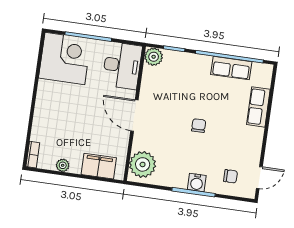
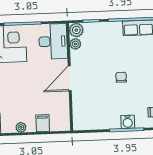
door: (134, 115) -> (70, 78), hinge flipped
plant: (143, 164) -> (75, 44), moved, width x0.53, depth x0.53
filing cabinet: (99, 166) -> (43, 123), width x0.50

